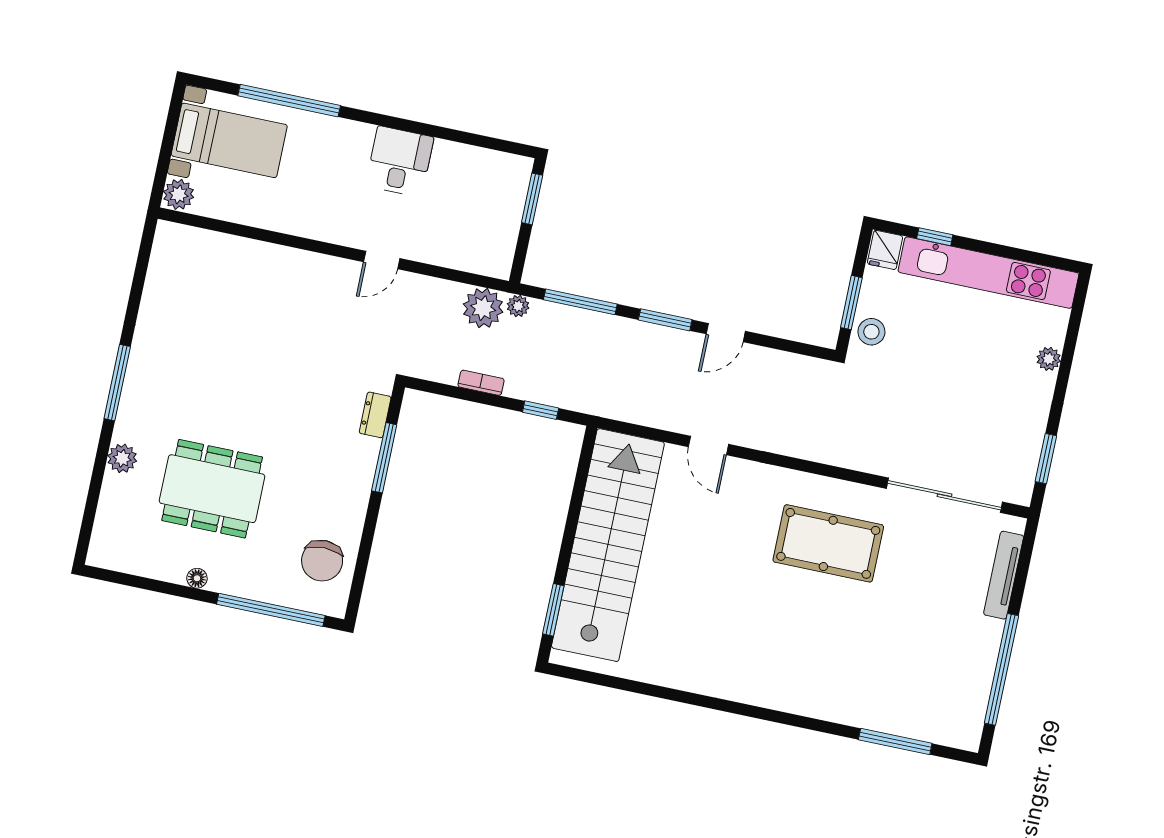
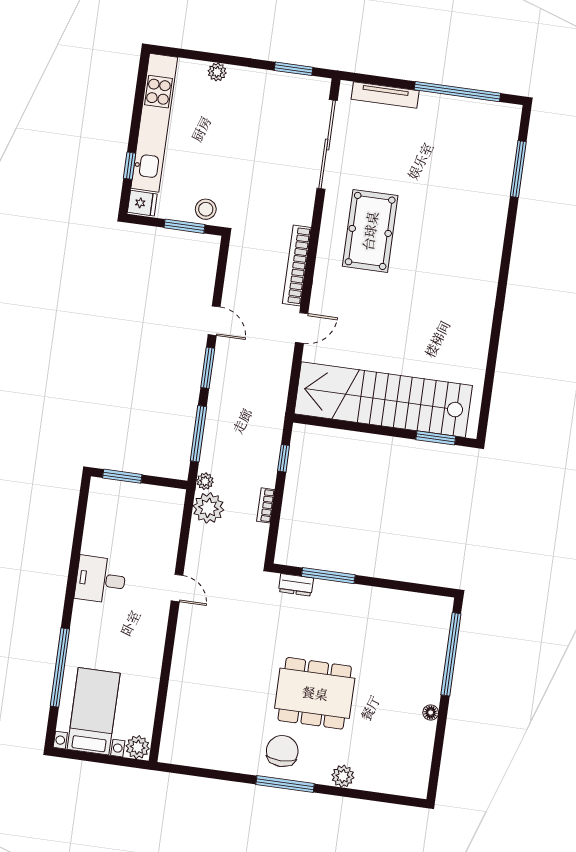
bookcase: (790, 445) -> (297, 265), added
dining table: (212, 489) -> (315, 693), moved, turned 90
chair: (322, 561) -> (282, 751), moved, turned -90

